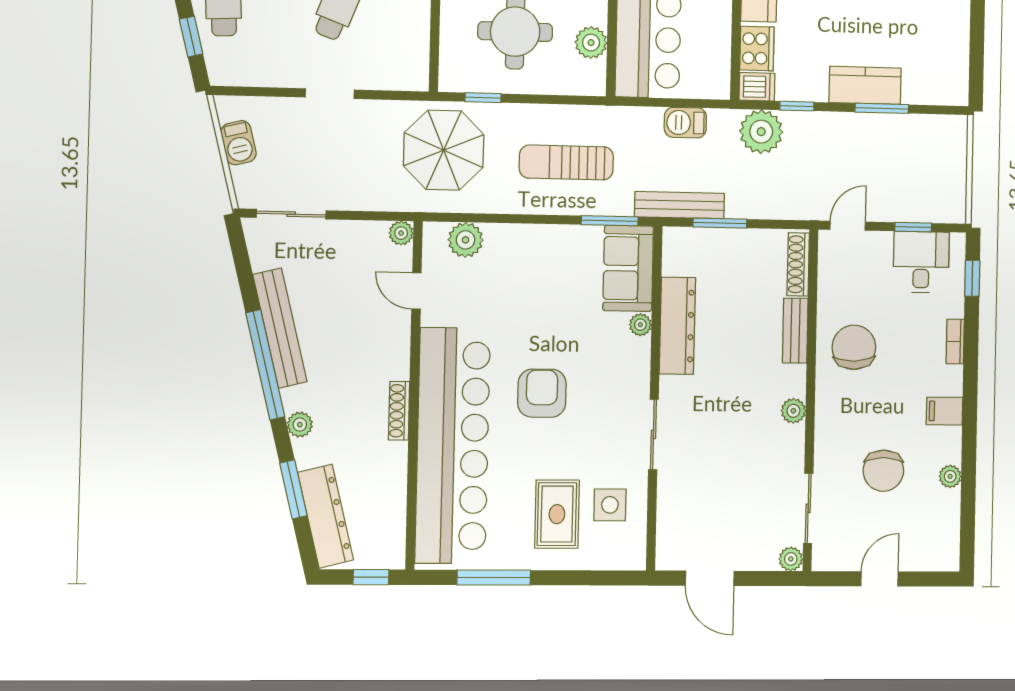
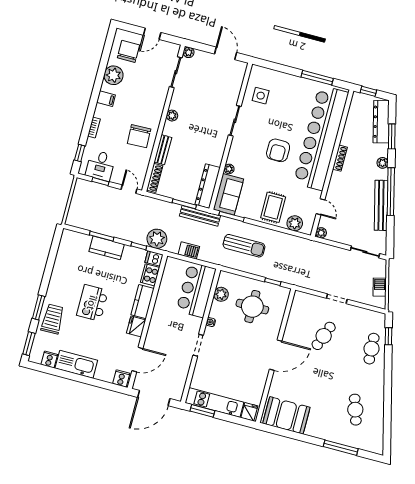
parasol: (444, 150) -> (295, 263), removed
door: (848, 226) -> (129, 189), swing flipped
dresser: (677, 326) -> (208, 186), moved
chair: (883, 471) -> (128, 51), moved
plant: (950, 476) -> (114, 75), width x1.88, depth x1.88
rug: (557, 514) -> (273, 207), moved

